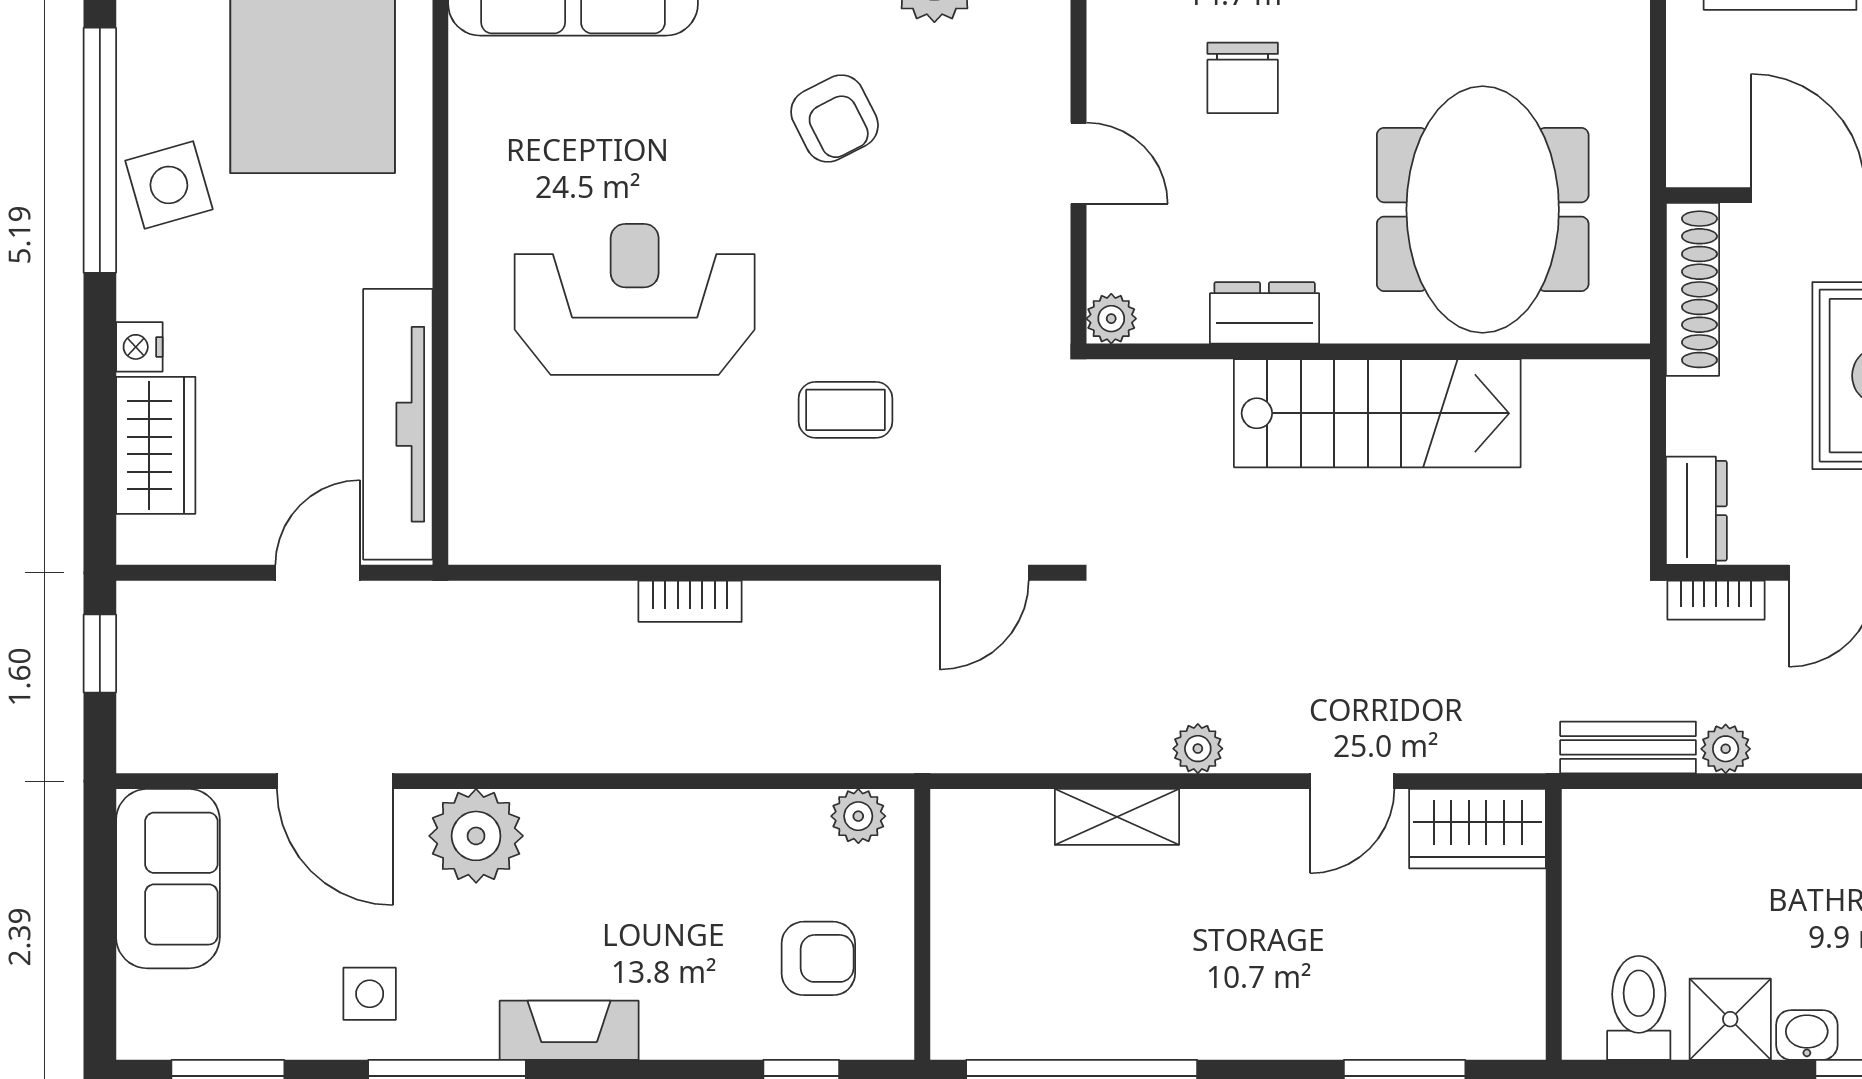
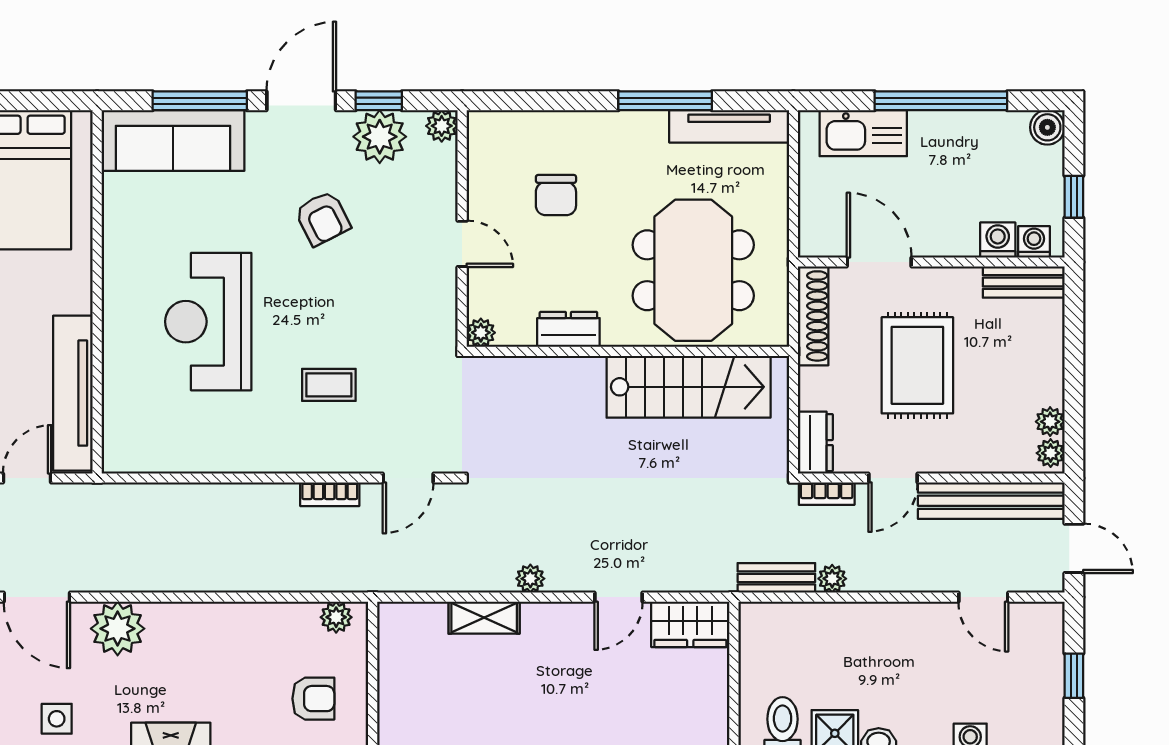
reception desk: (635, 299) -> (208, 322), turned -90
stairs: (1377, 413) -> (689, 387), moved
bookcase: (690, 601) -> (330, 494), moved

